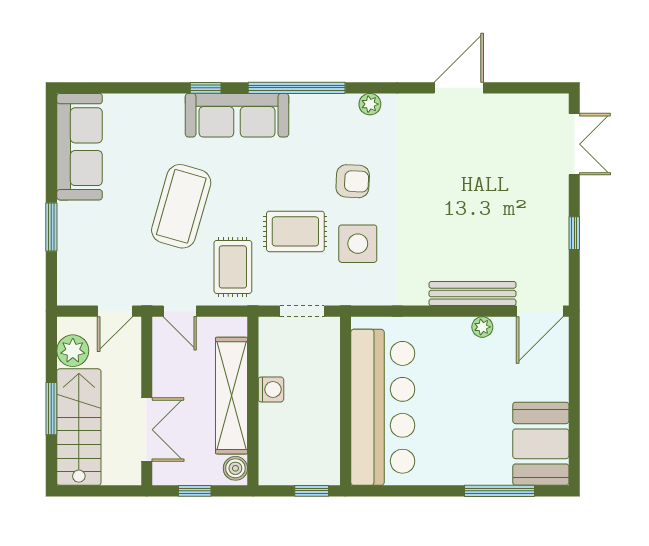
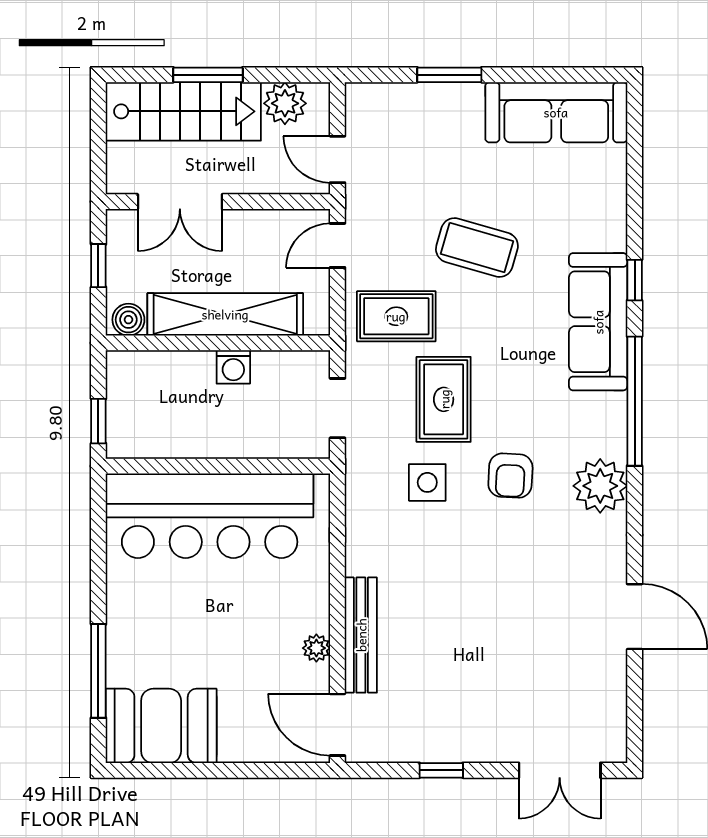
plant: (370, 104) -> (600, 486), width x1.88, depth x1.88
coffee table: (181, 206) -> (477, 248), width x0.73, depth x0.76
side table: (358, 244) -> (427, 482), width x0.73, depth x0.73

